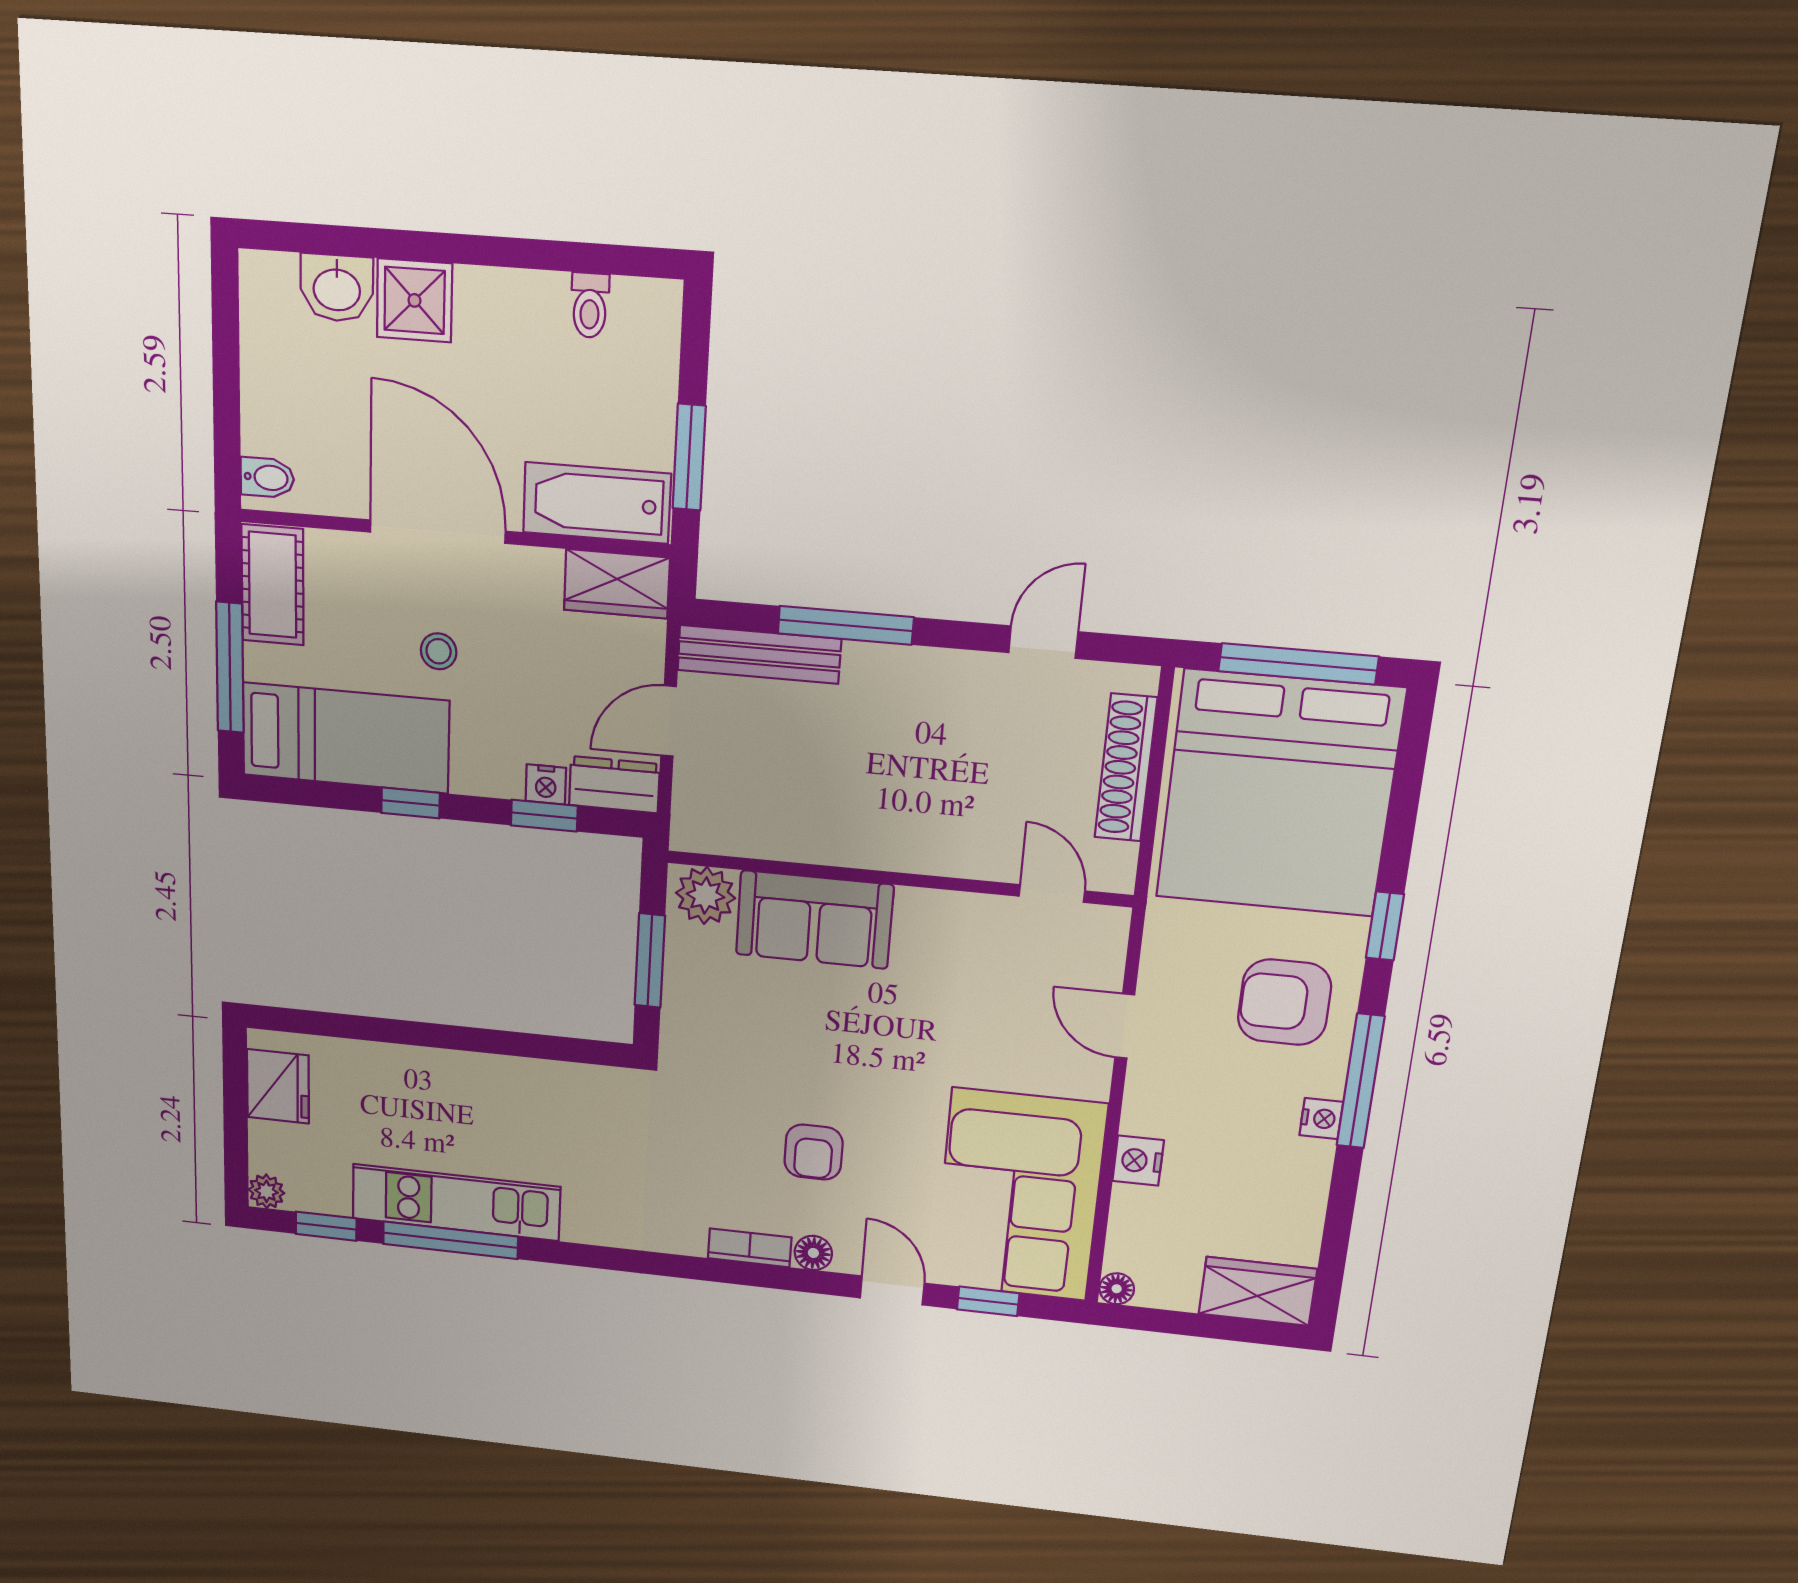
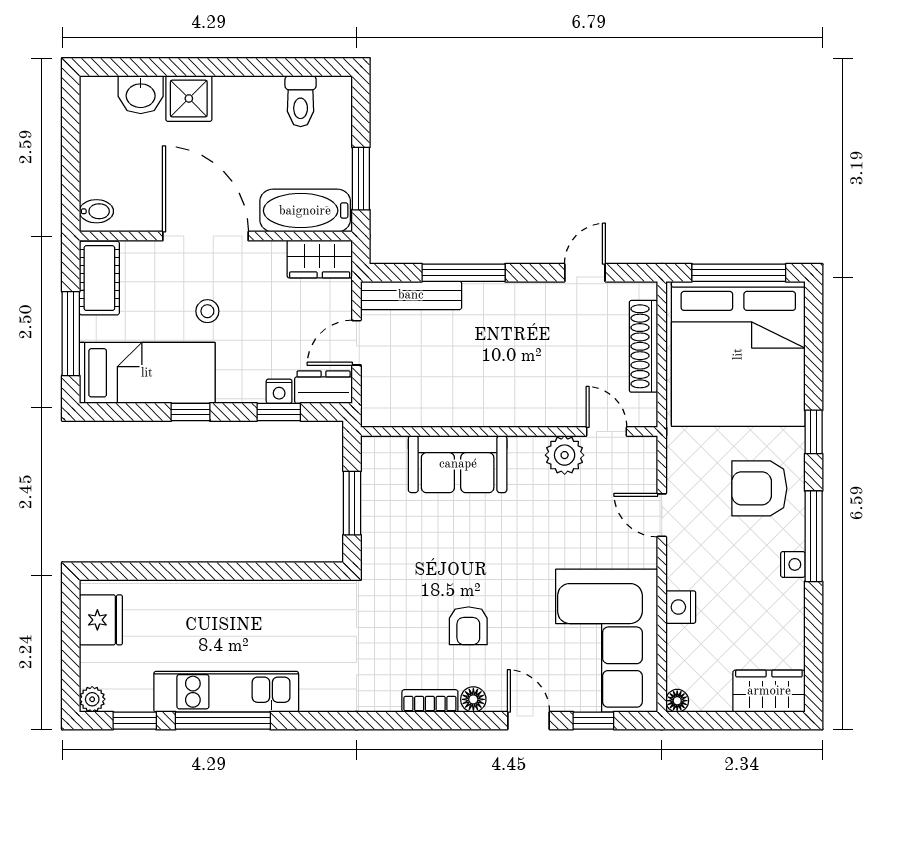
toilet: (590, 305) -> (301, 101), width x1.37, depth x1.39
plant: (705, 895) -> (565, 455), moved

